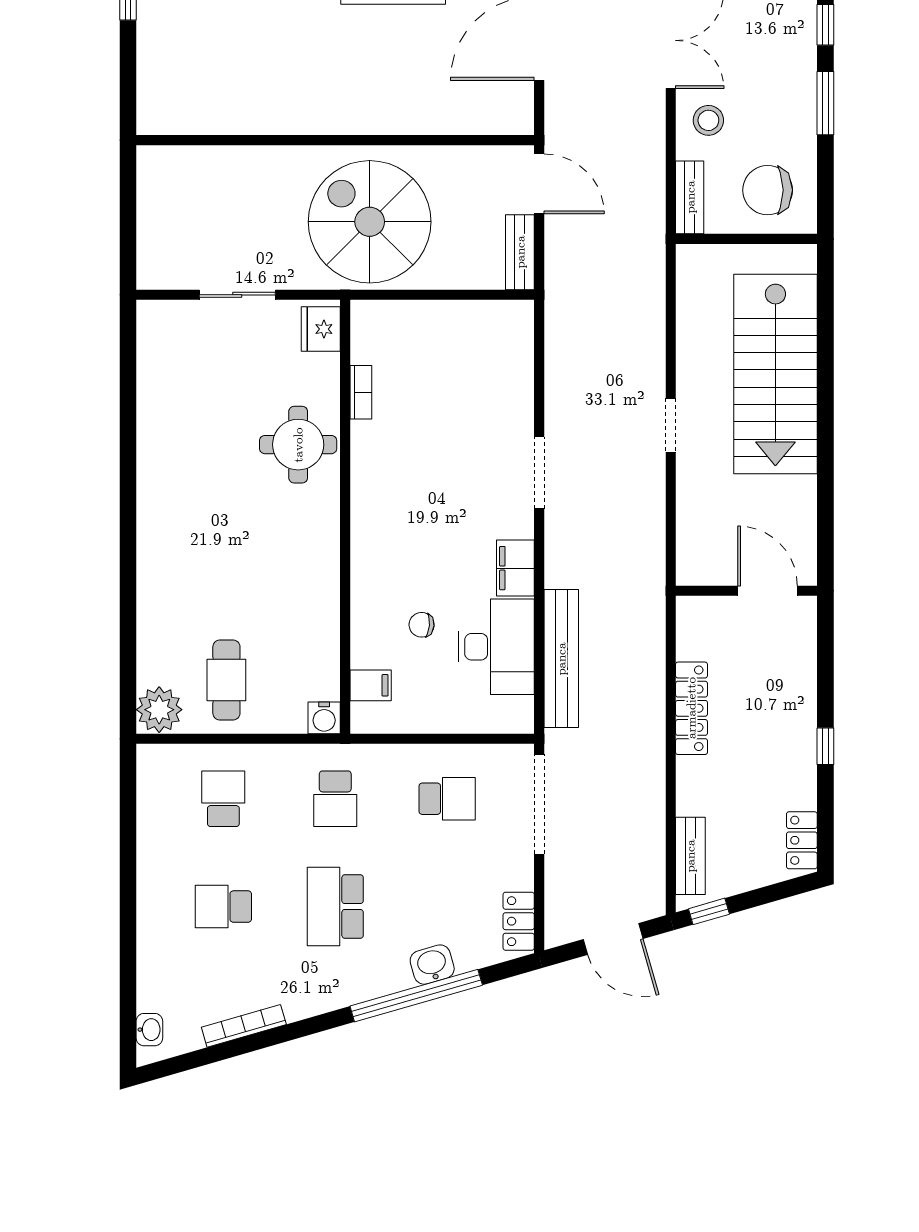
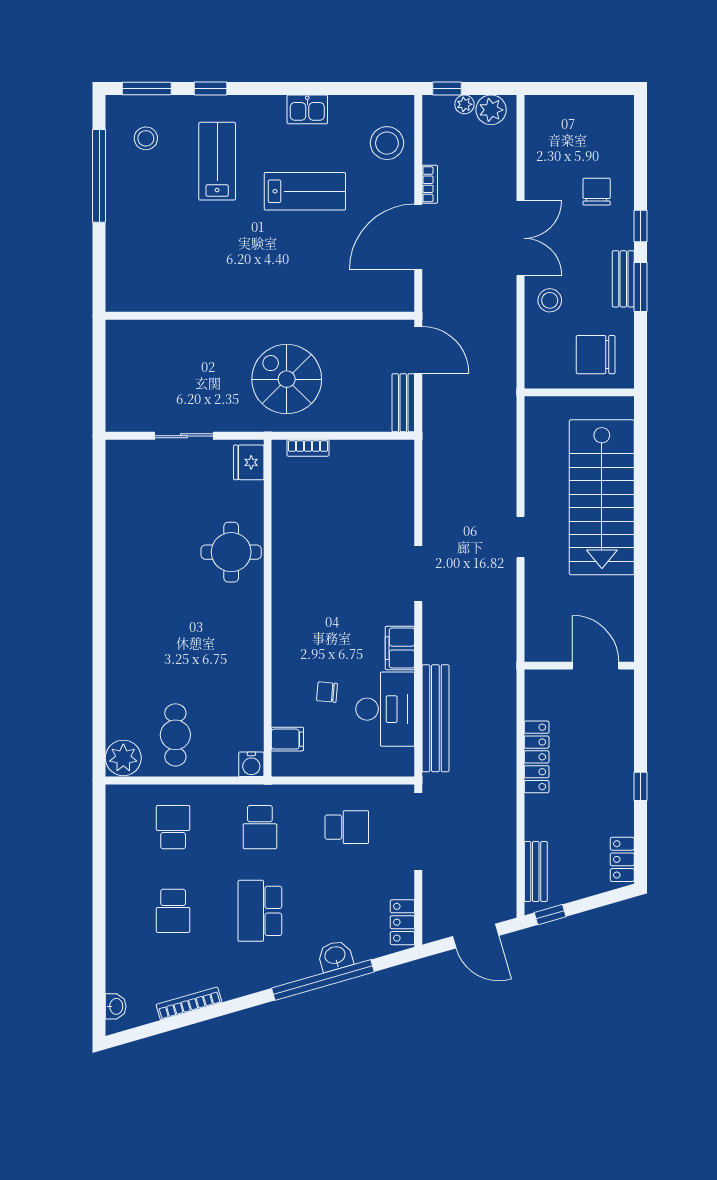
bench: (690, 197) -> (623, 279), moved
spiral stairs: (370, 222) -> (287, 379), width x0.73, depth x0.73
bookcase: (361, 392) -> (308, 448), moved, turned 90
school desk: (223, 907) -> (173, 911), turned -90

